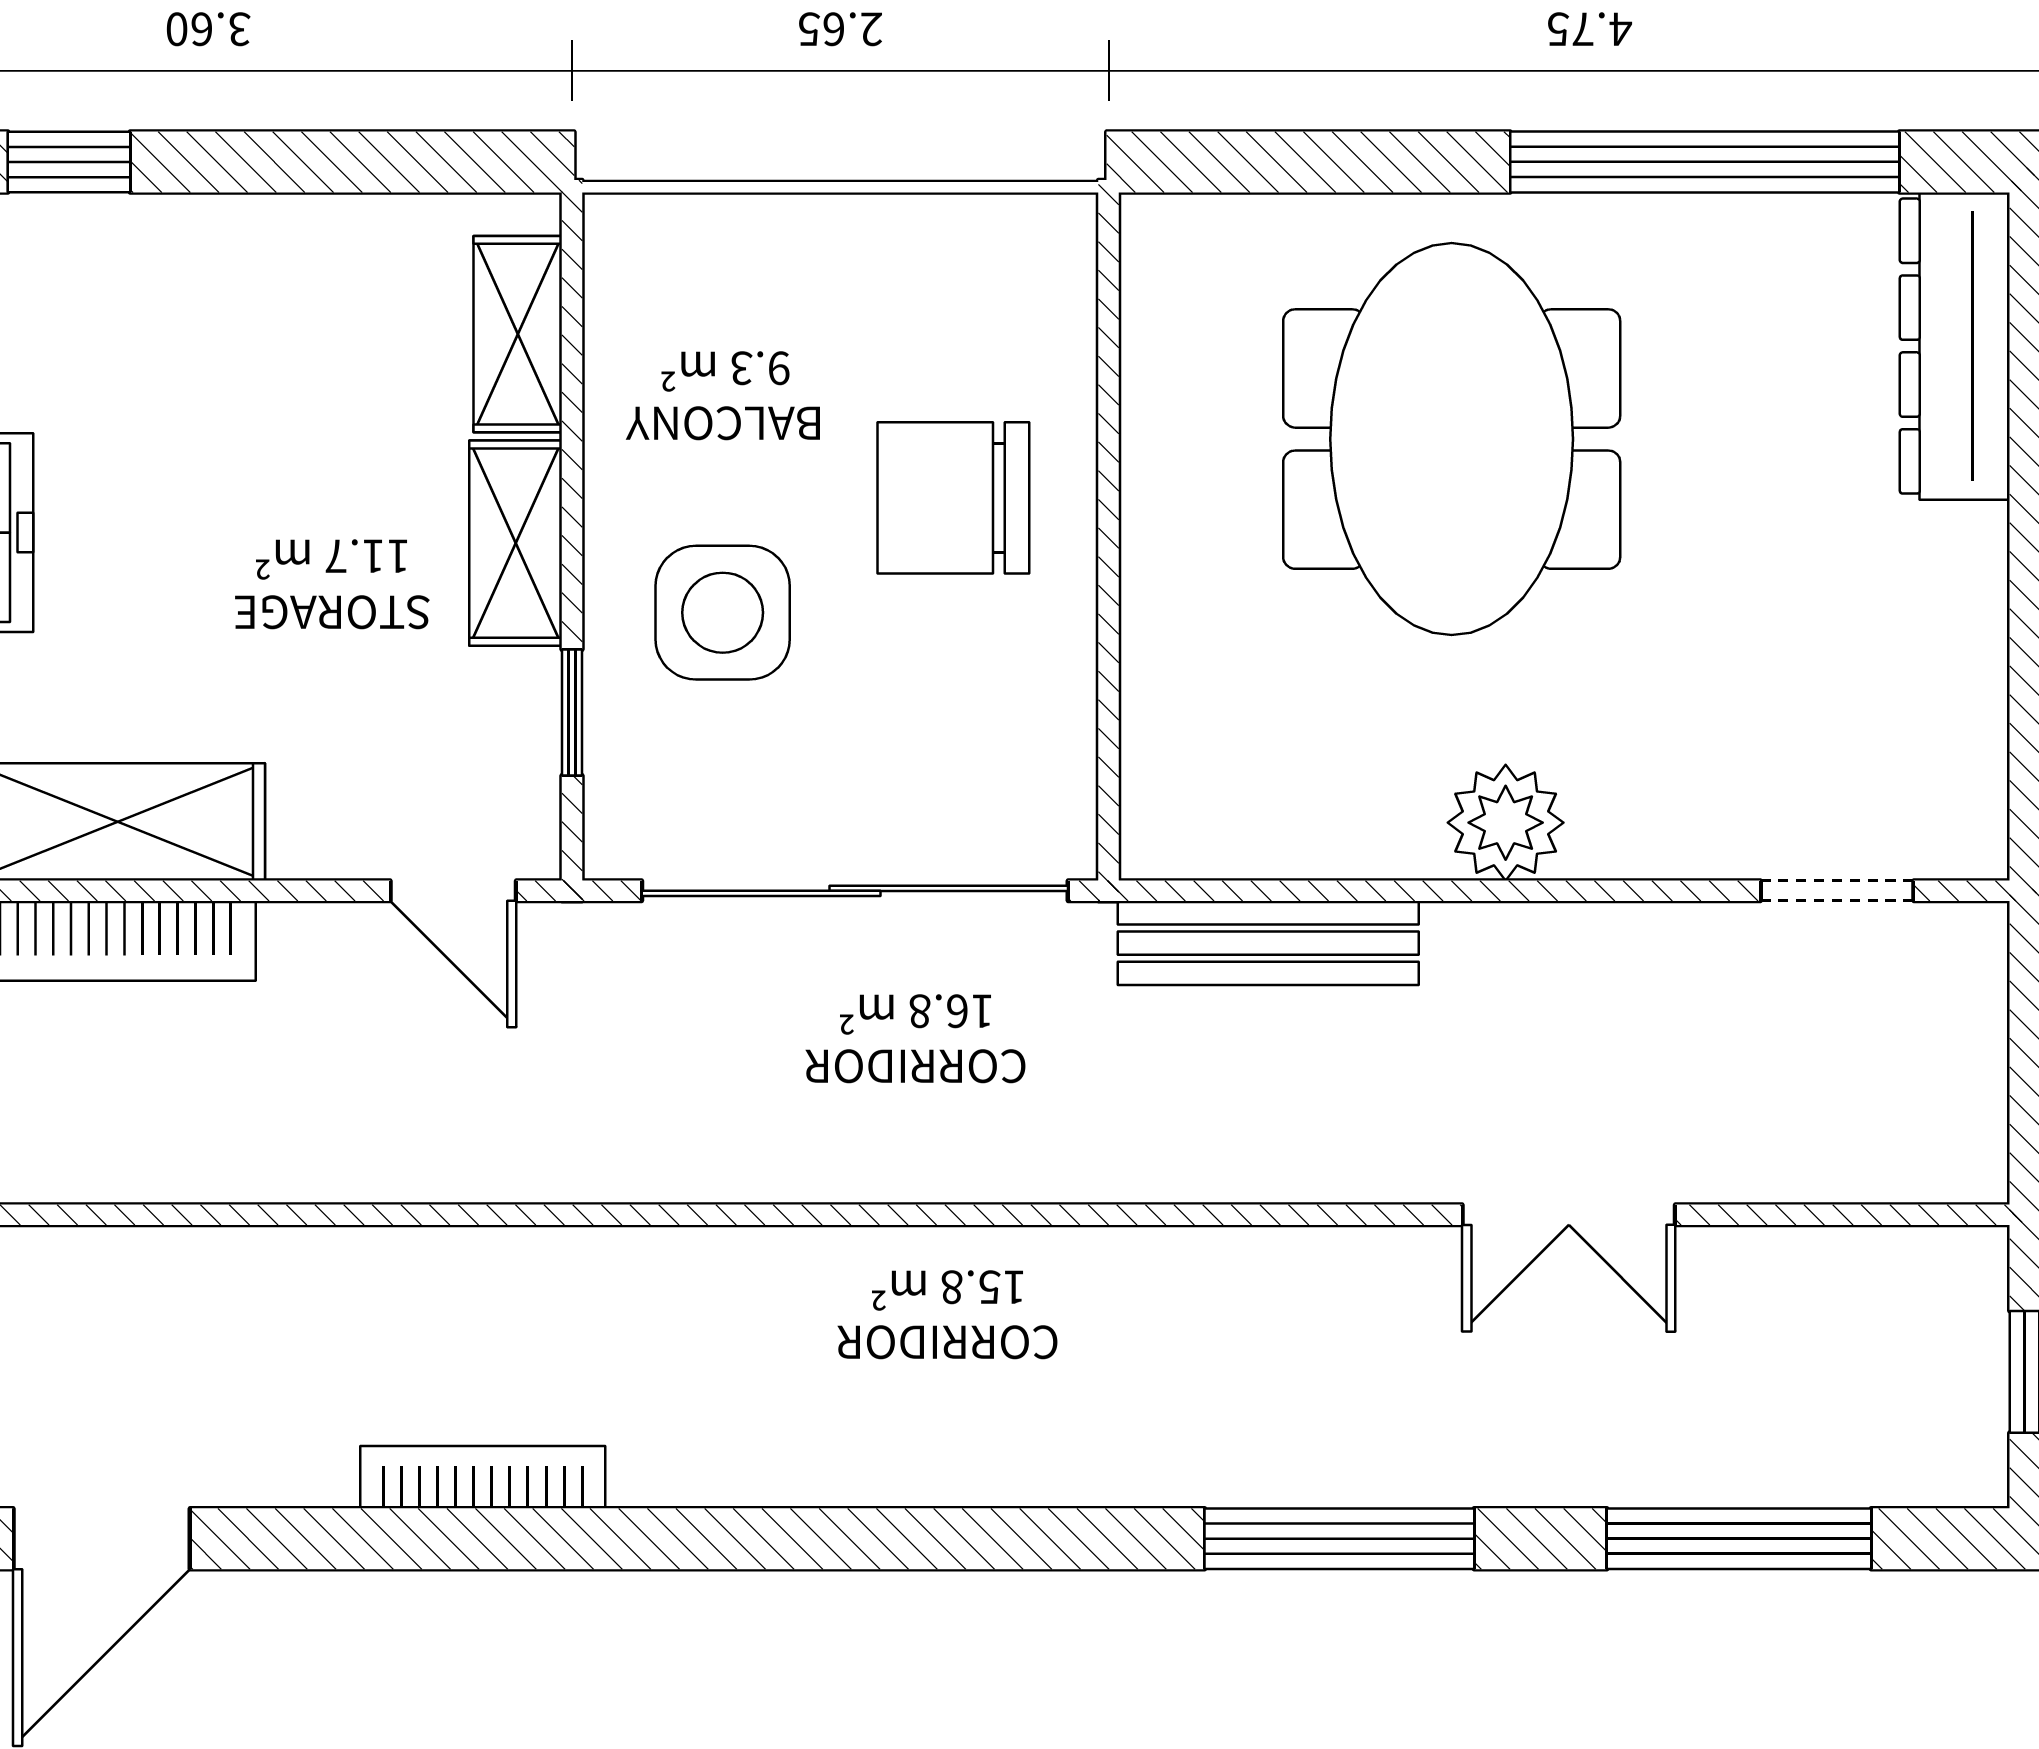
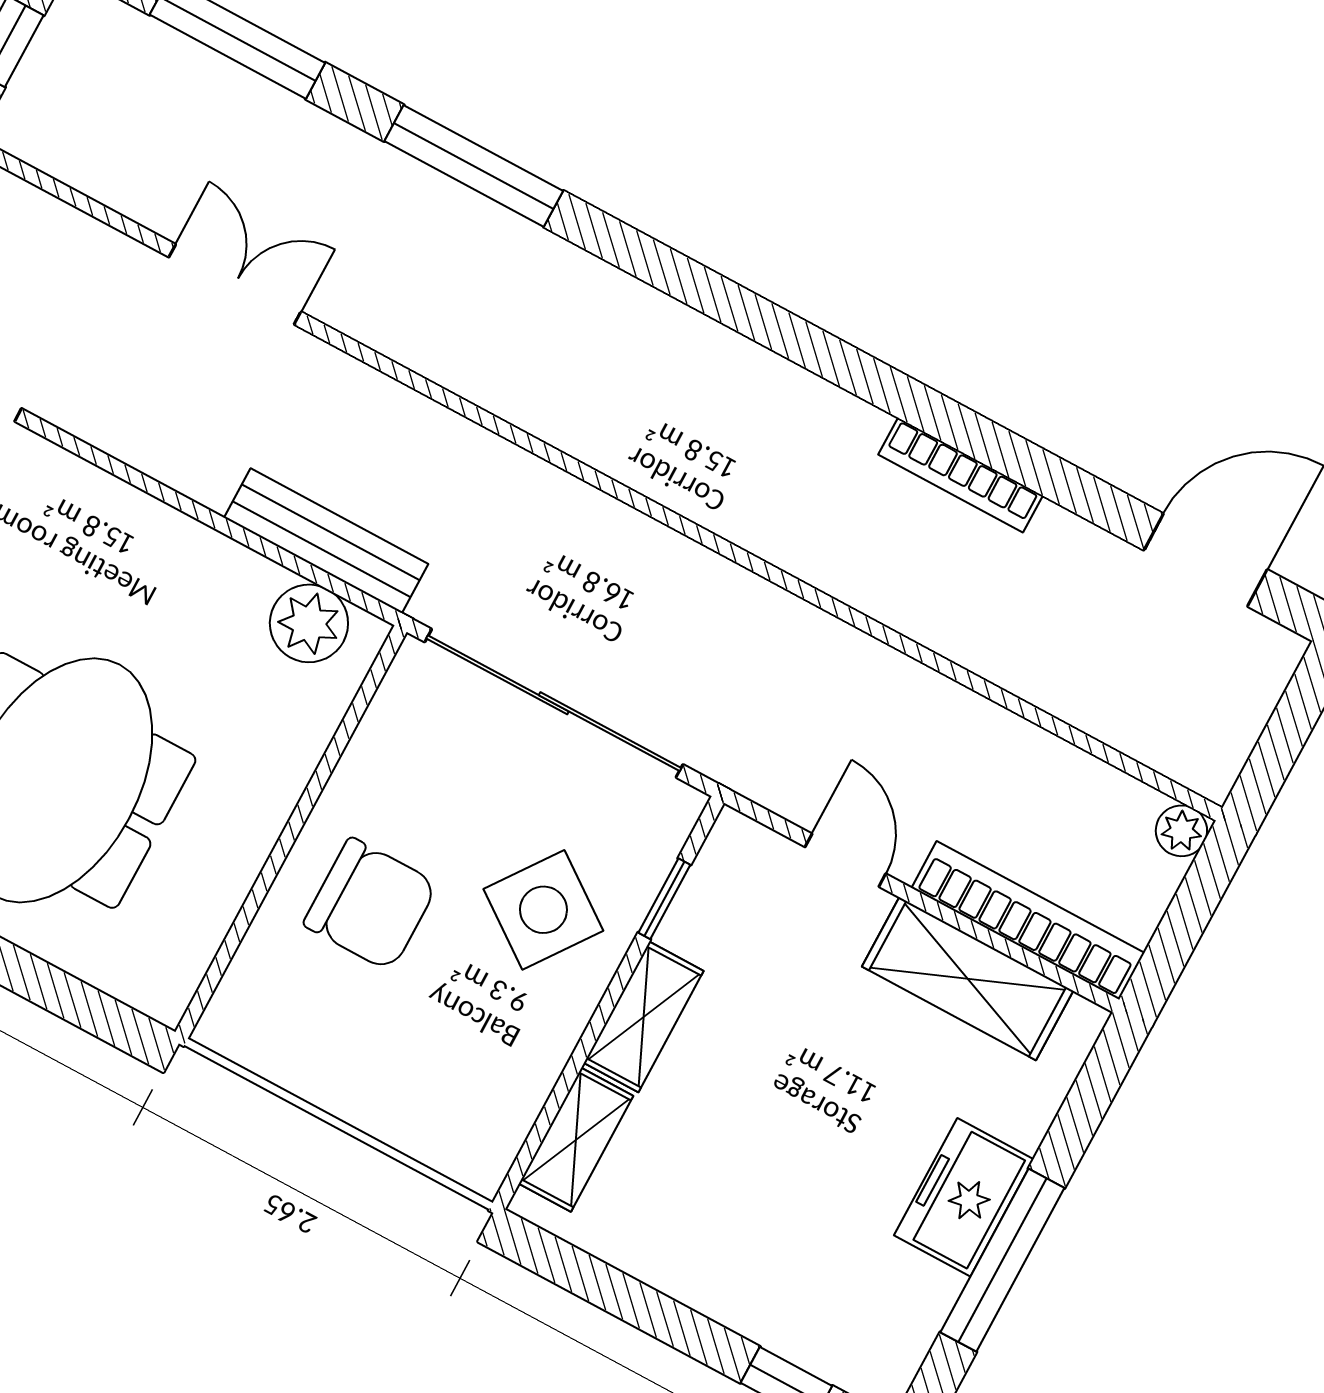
side table: (723, 613) -> (543, 910), turned 36
plant: (1506, 823) -> (309, 623), moved
door: (453, 891) -> (845, 860), moved

